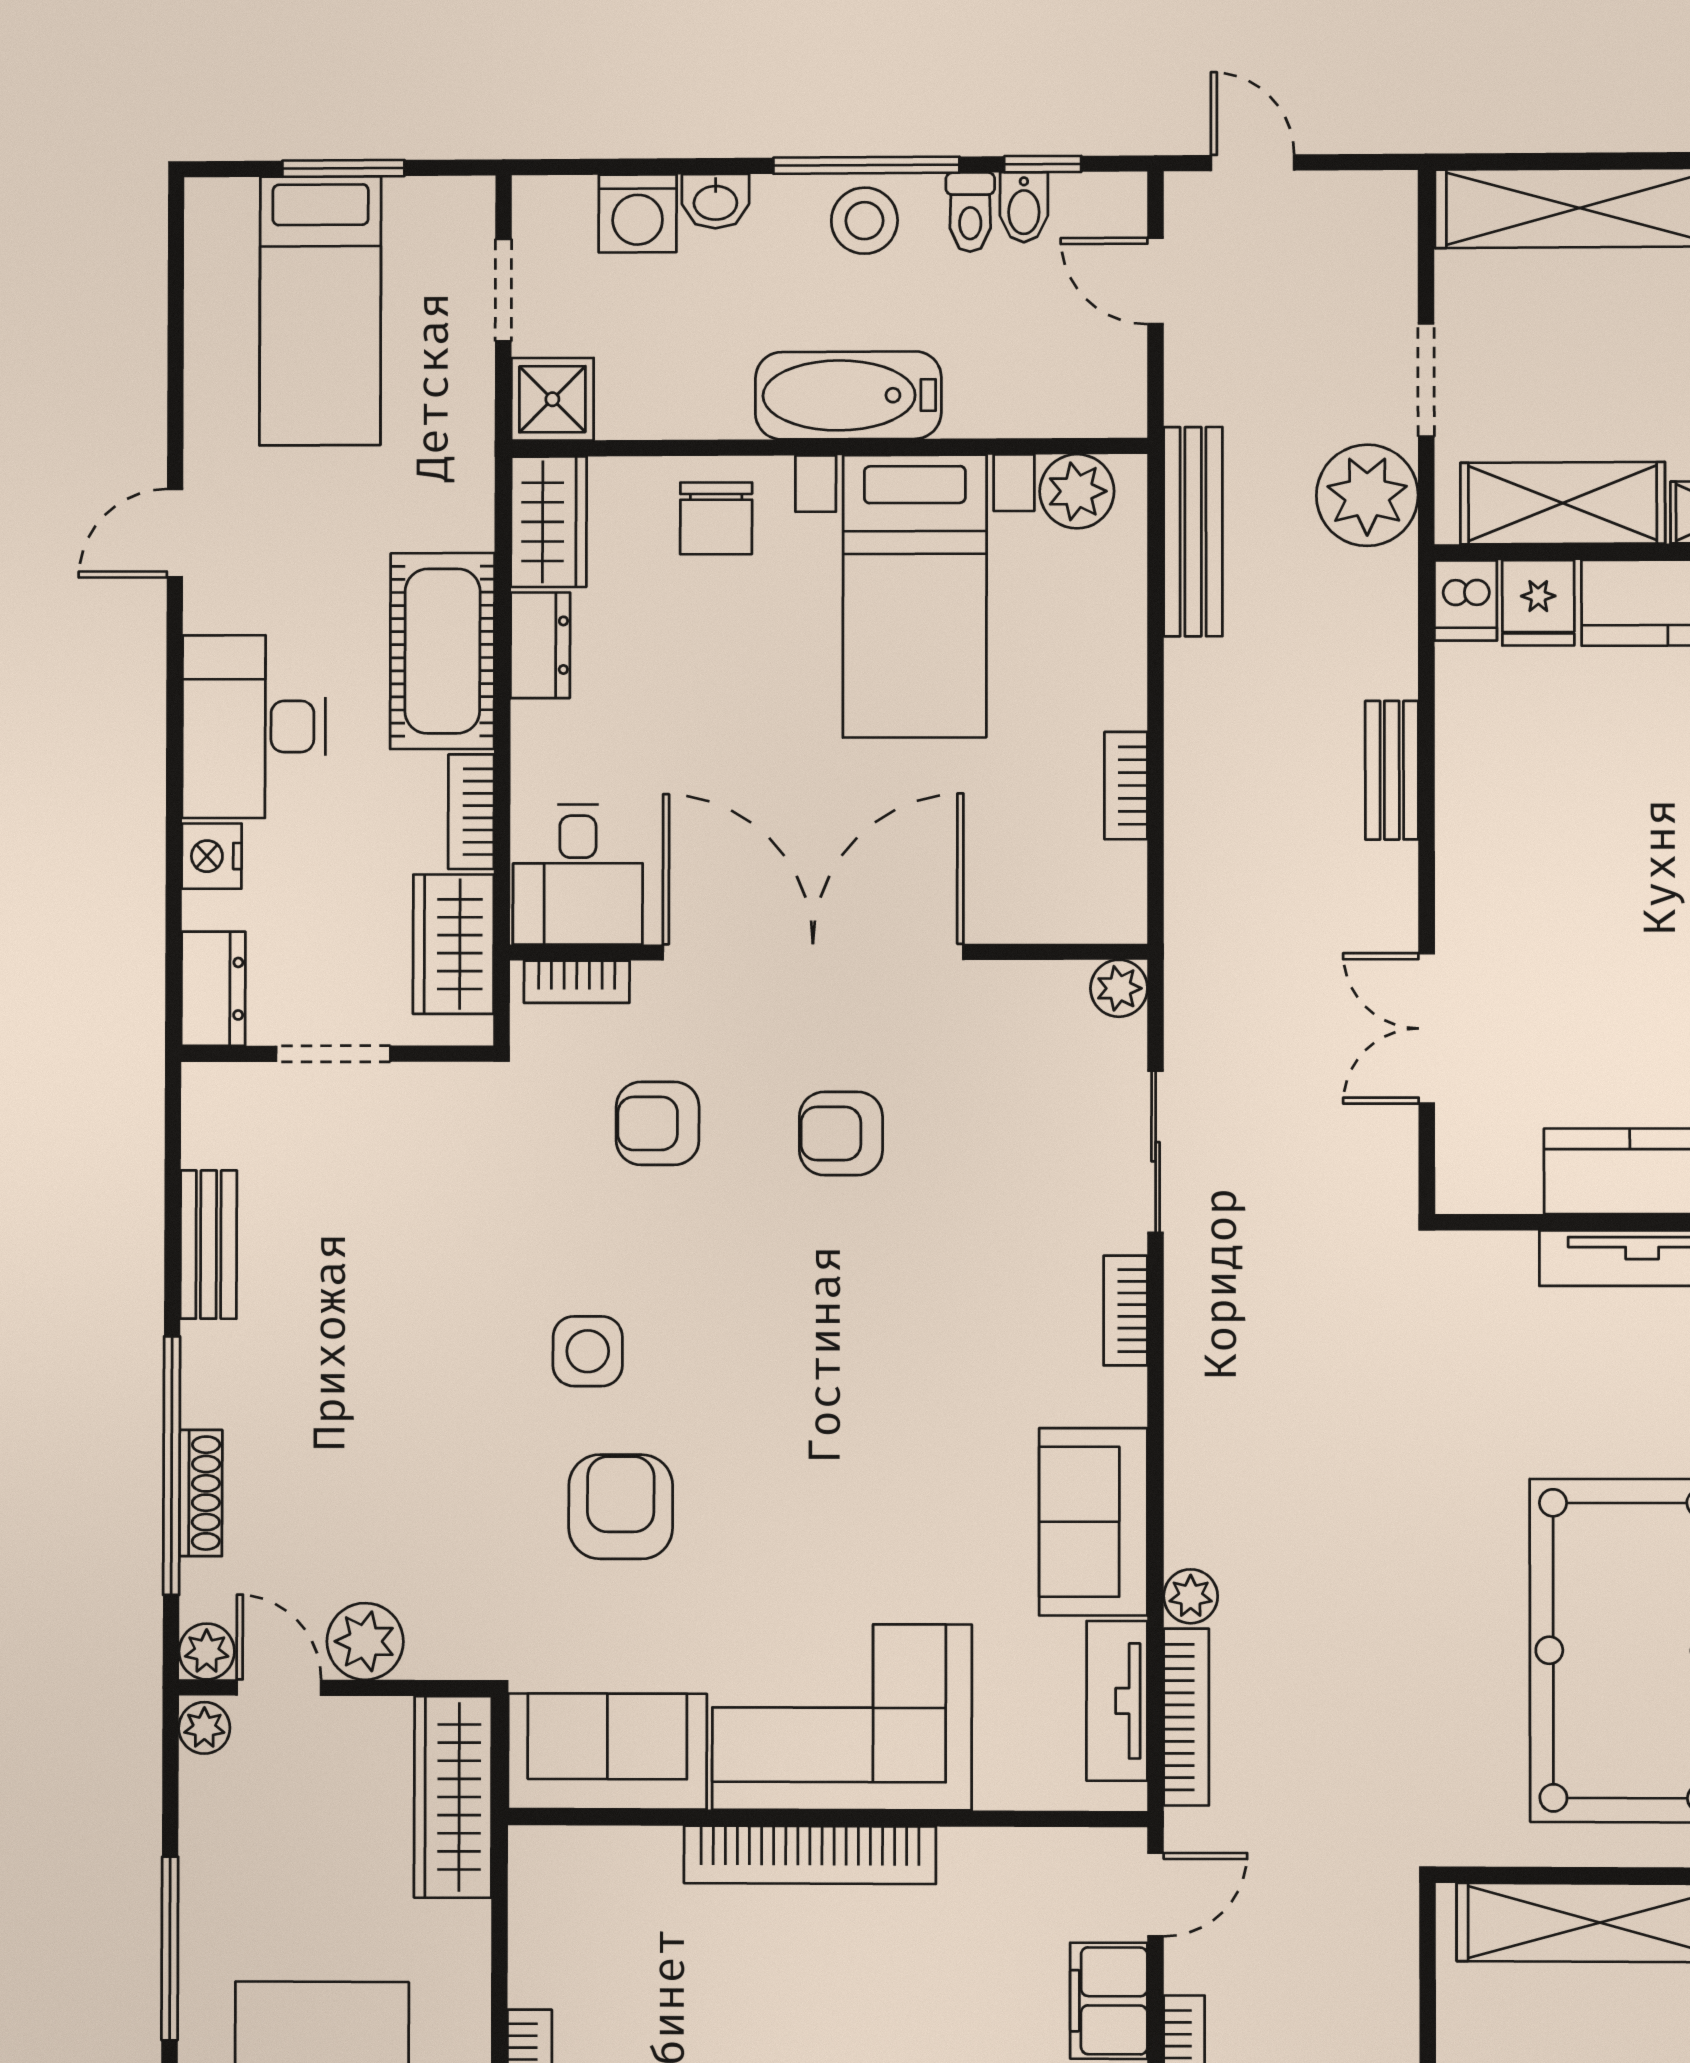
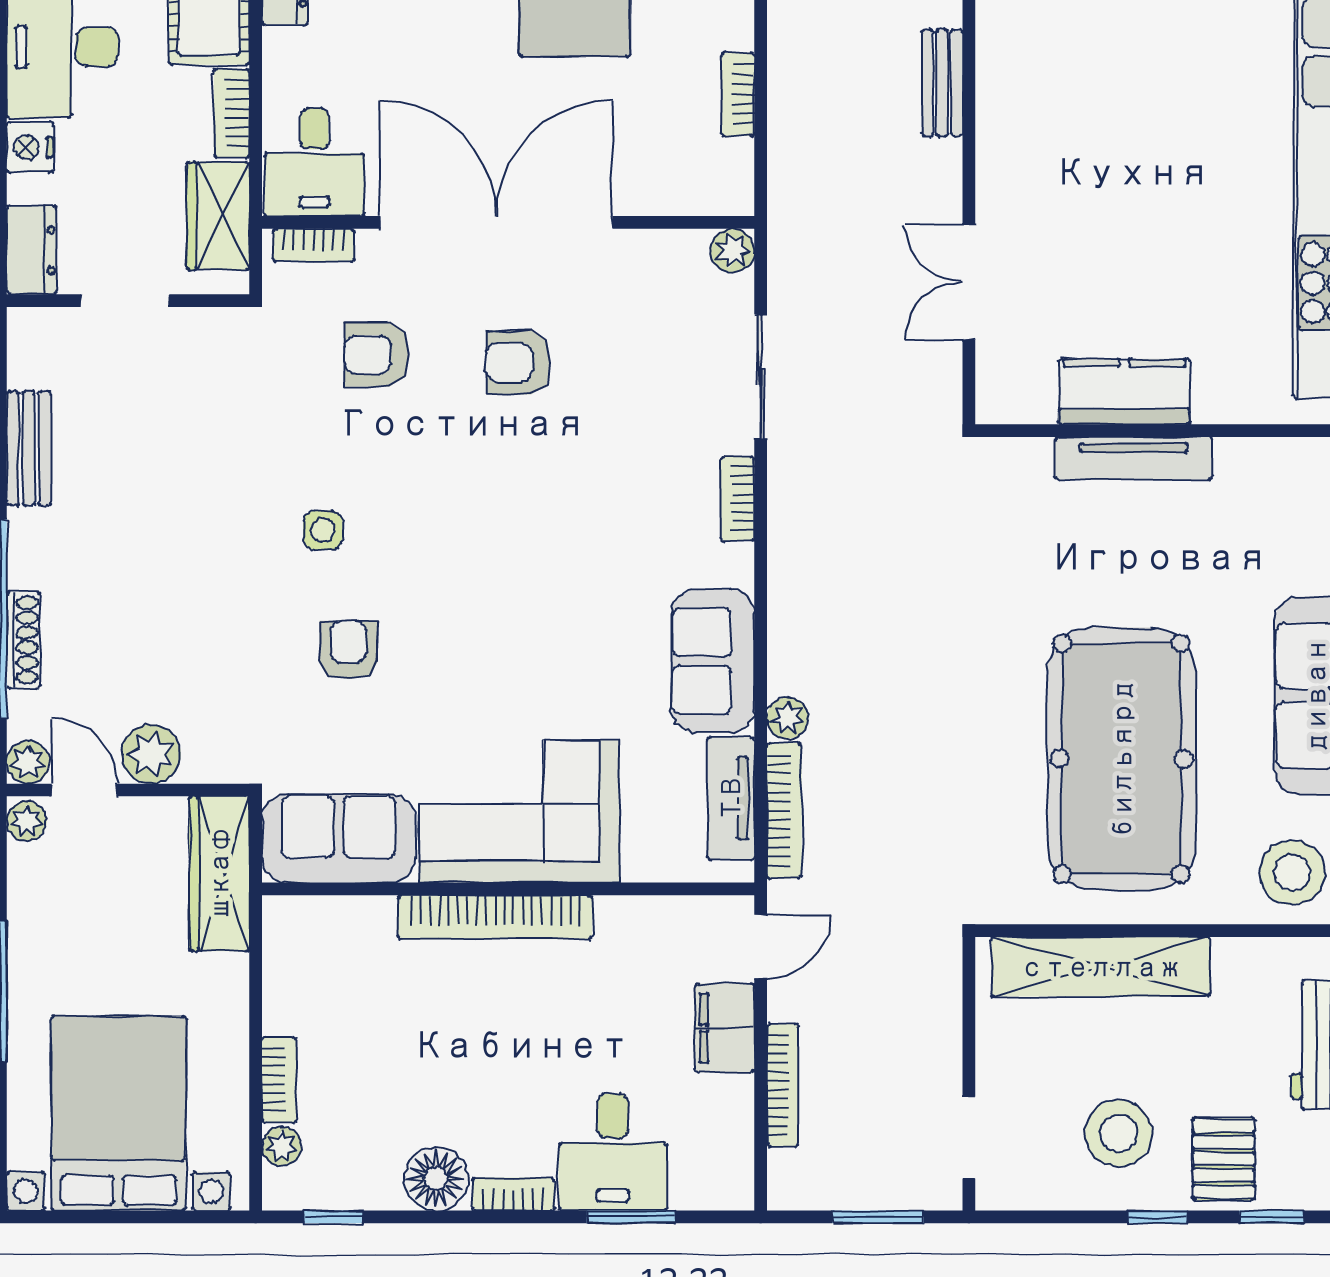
side table: (588, 1351) -> (323, 530), width x0.73, depth x0.73
armchair: (621, 1507) -> (349, 650), width x0.72, depth x0.72

